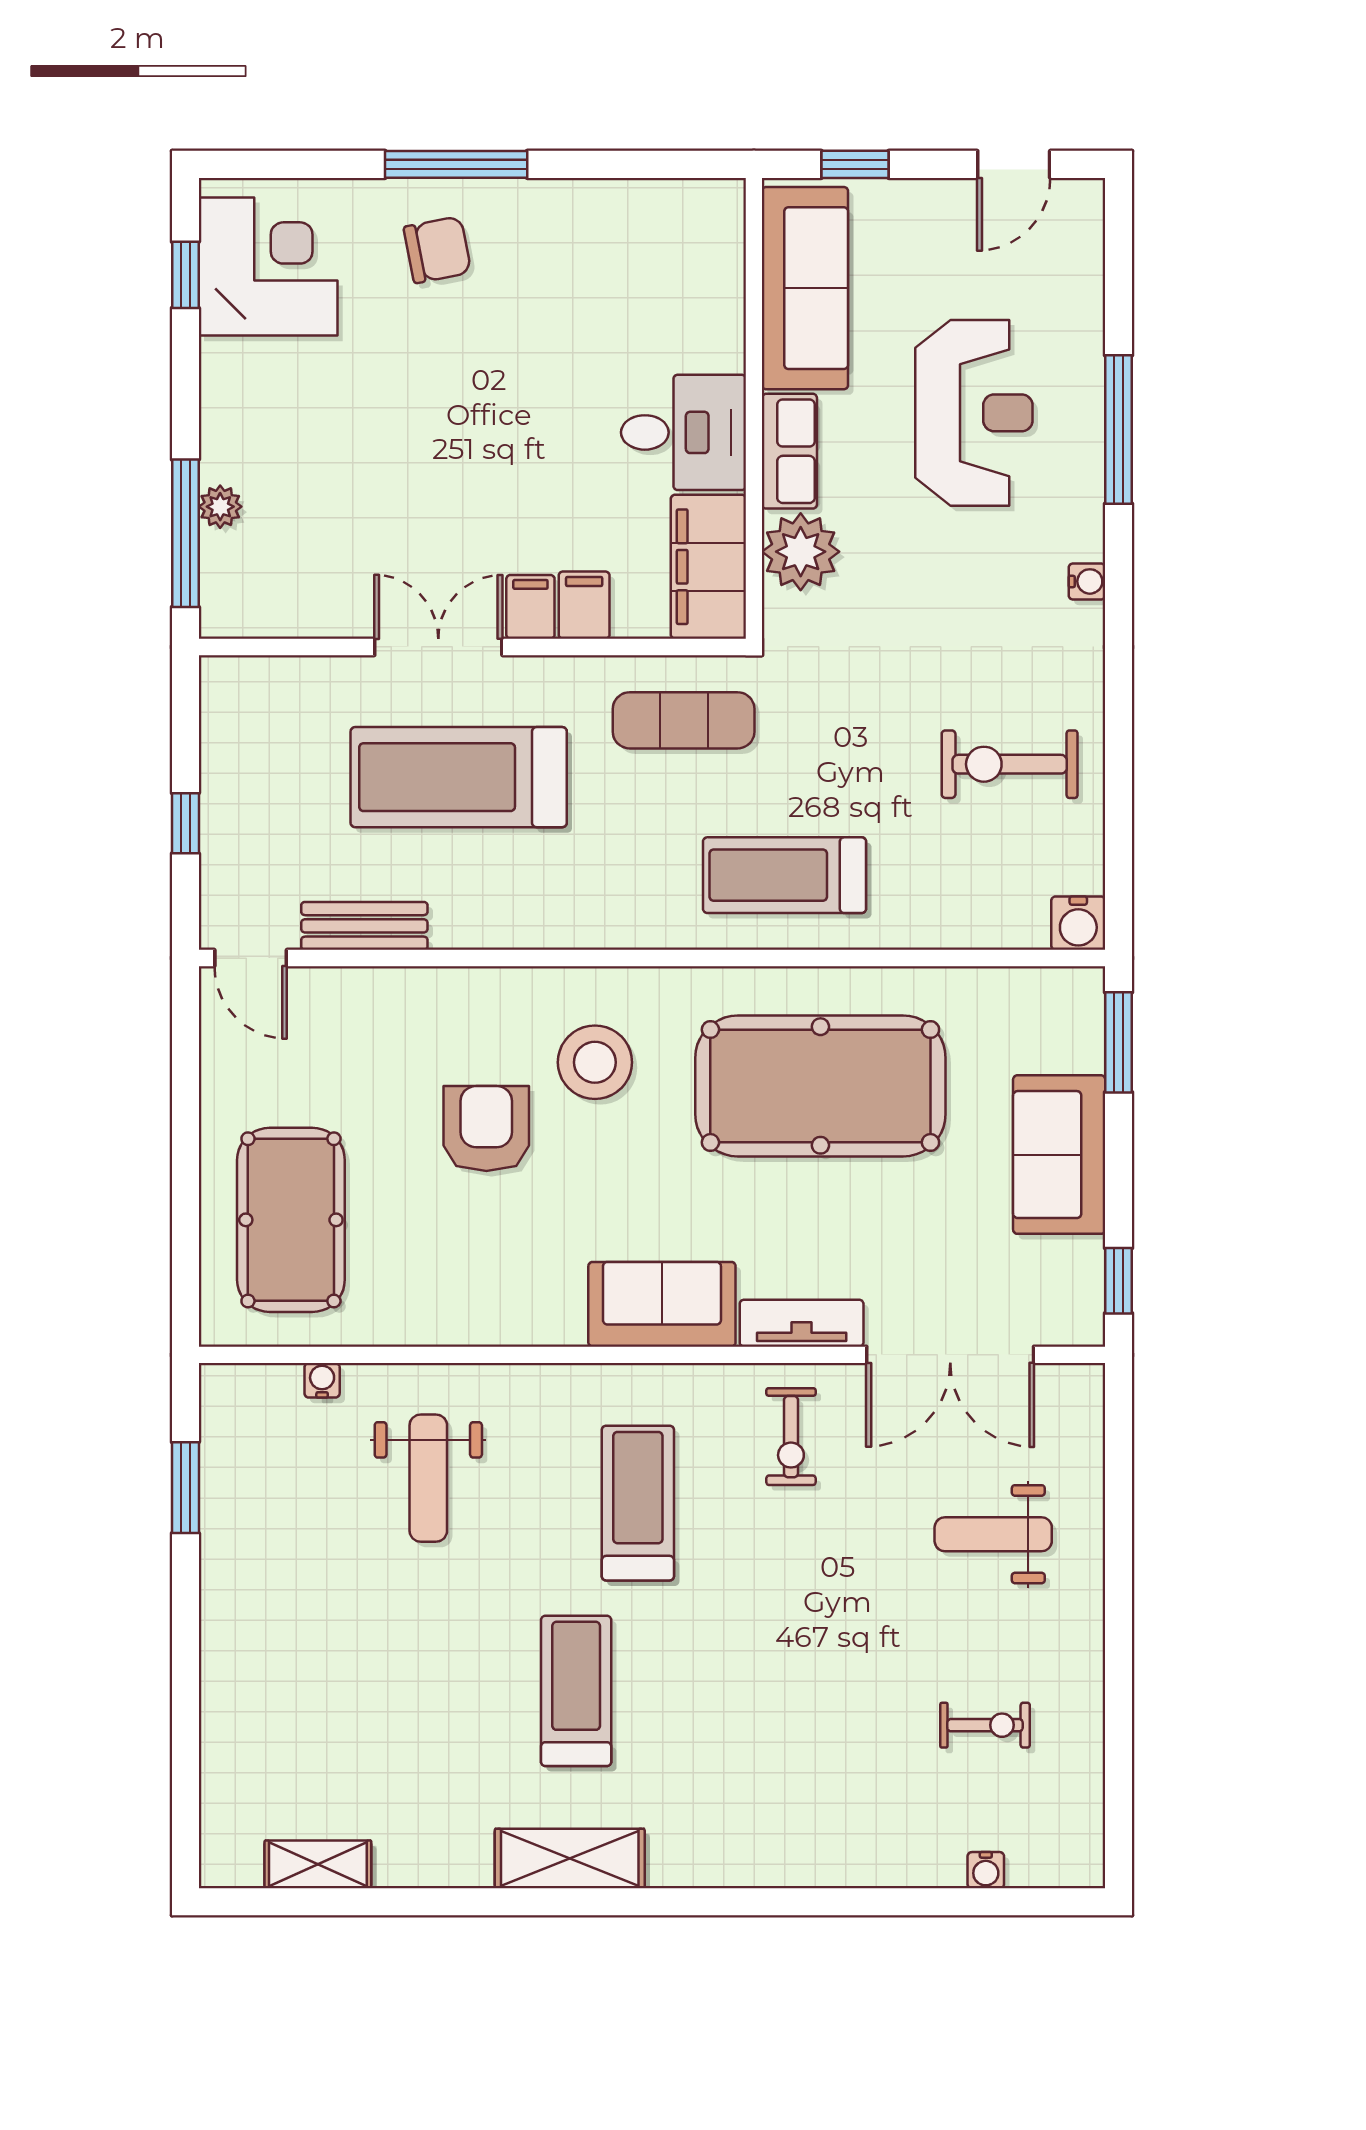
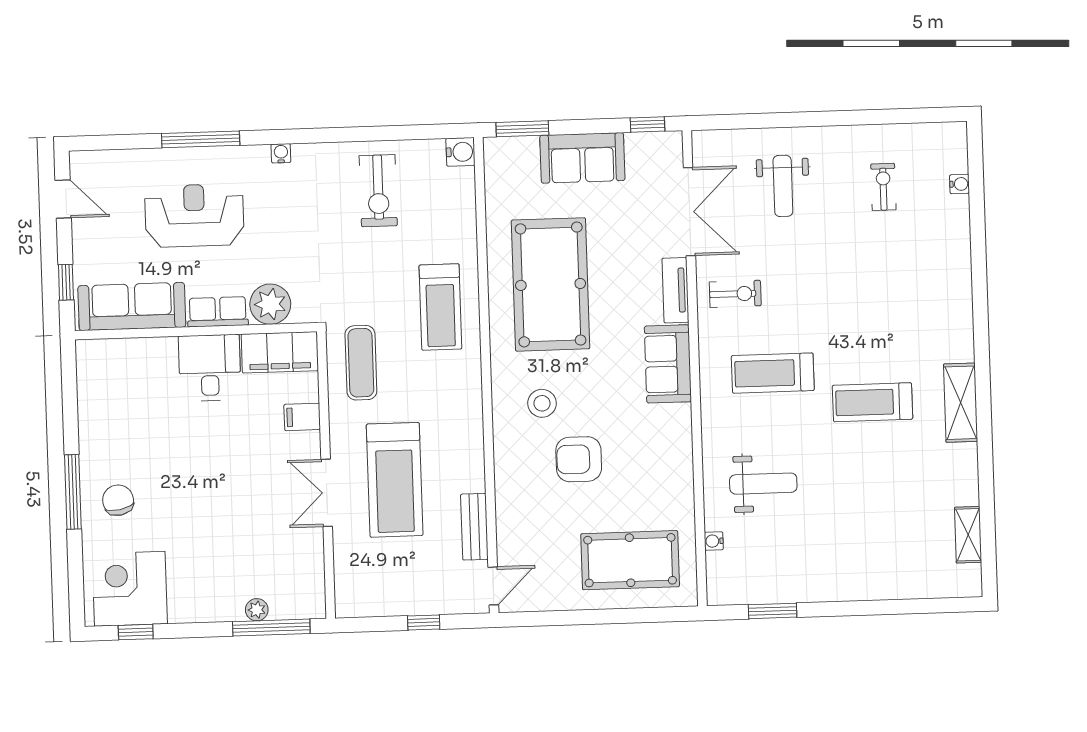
filing cabinet: (530, 607) -> (304, 445), removed
stool: (595, 1062) -> (542, 403), width x0.73, depth x0.73

